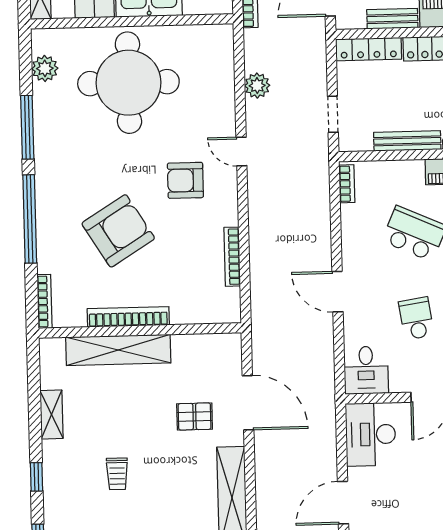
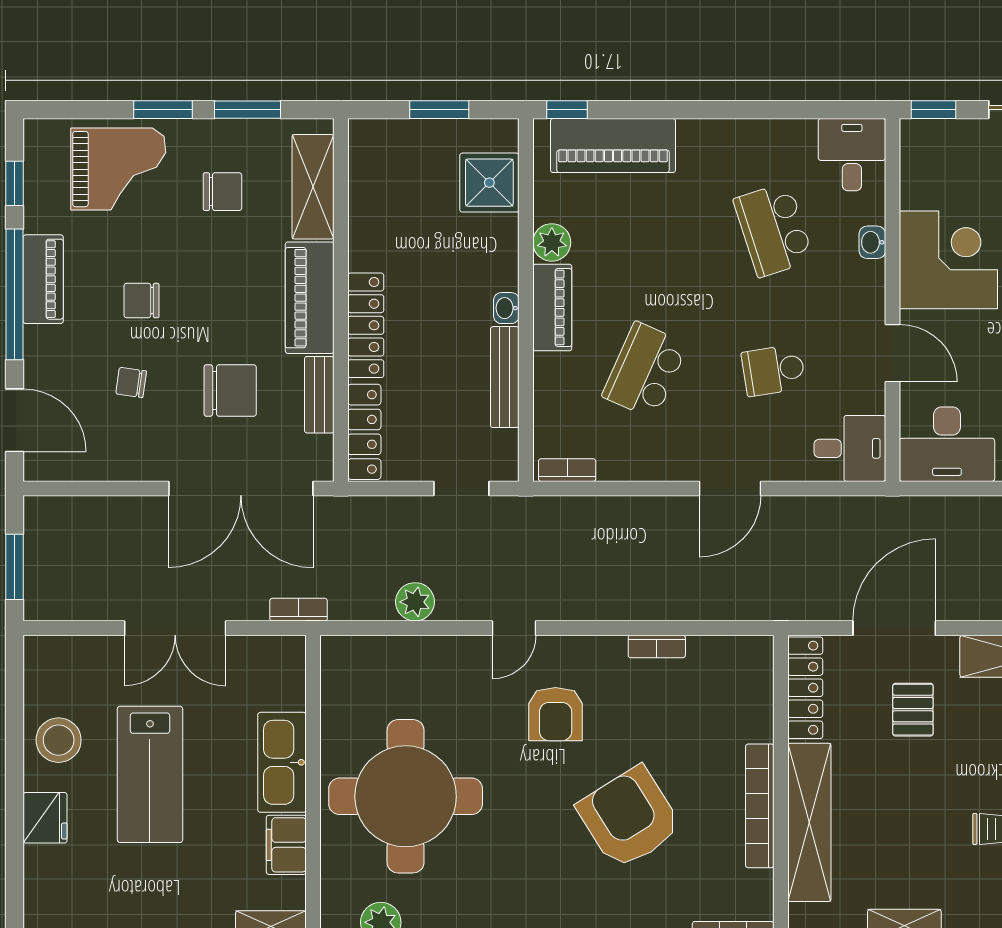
bookcase: (232, 257) -> (657, 646), width x0.64
locker: (207, 345) -> (805, 688), added

